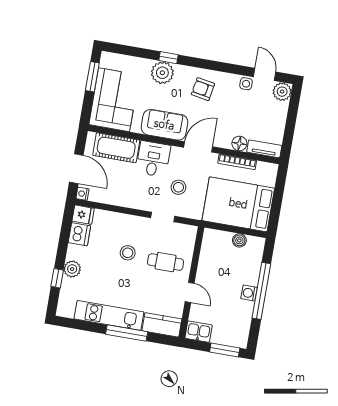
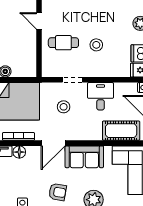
desk: (153, 159) -> (101, 96), moved, turned 180

